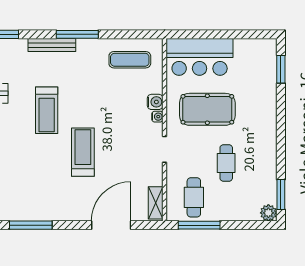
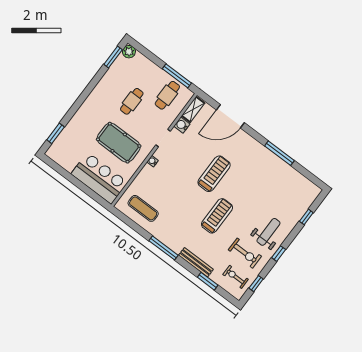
bench: (52, 45) -> (196, 262), moved
water cooler: (155, 102) -> (182, 125), moved
treadmill: (83, 152) -> (214, 174), turned 180

